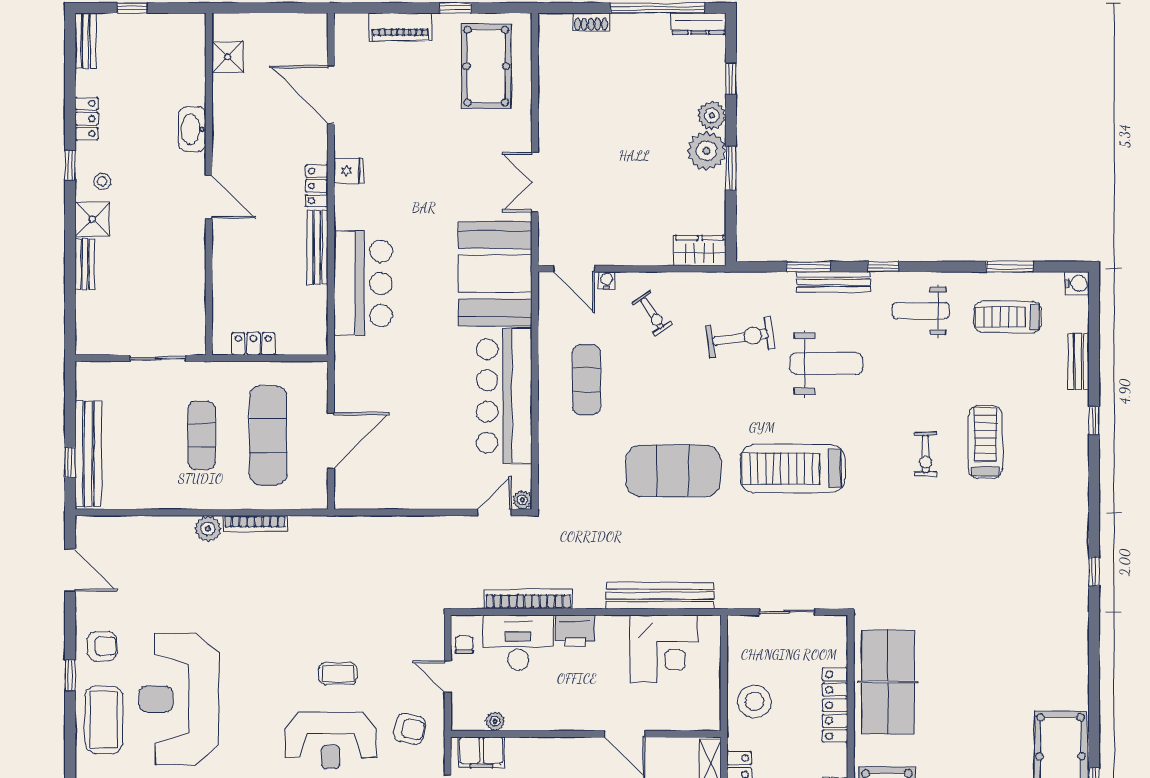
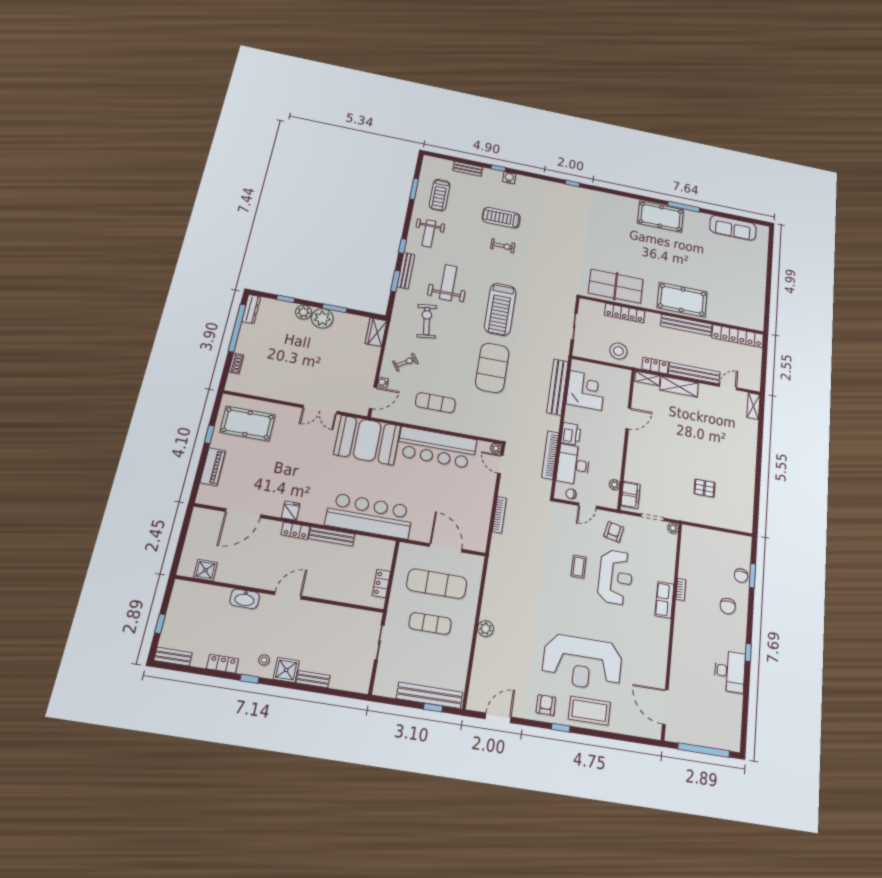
bar counter: (363, 283) -> (369, 516), width x1.36
water cooler: (1077, 283) -> (509, 178), moved
bookcase: (255, 524) -> (499, 515), moved

